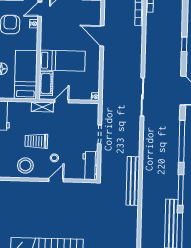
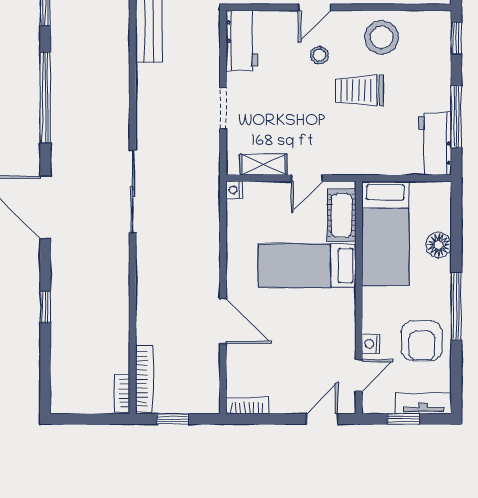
shelving: (42, 107) -> (263, 165), moved
trolley: (36, 141) -> (359, 90), turned 180

